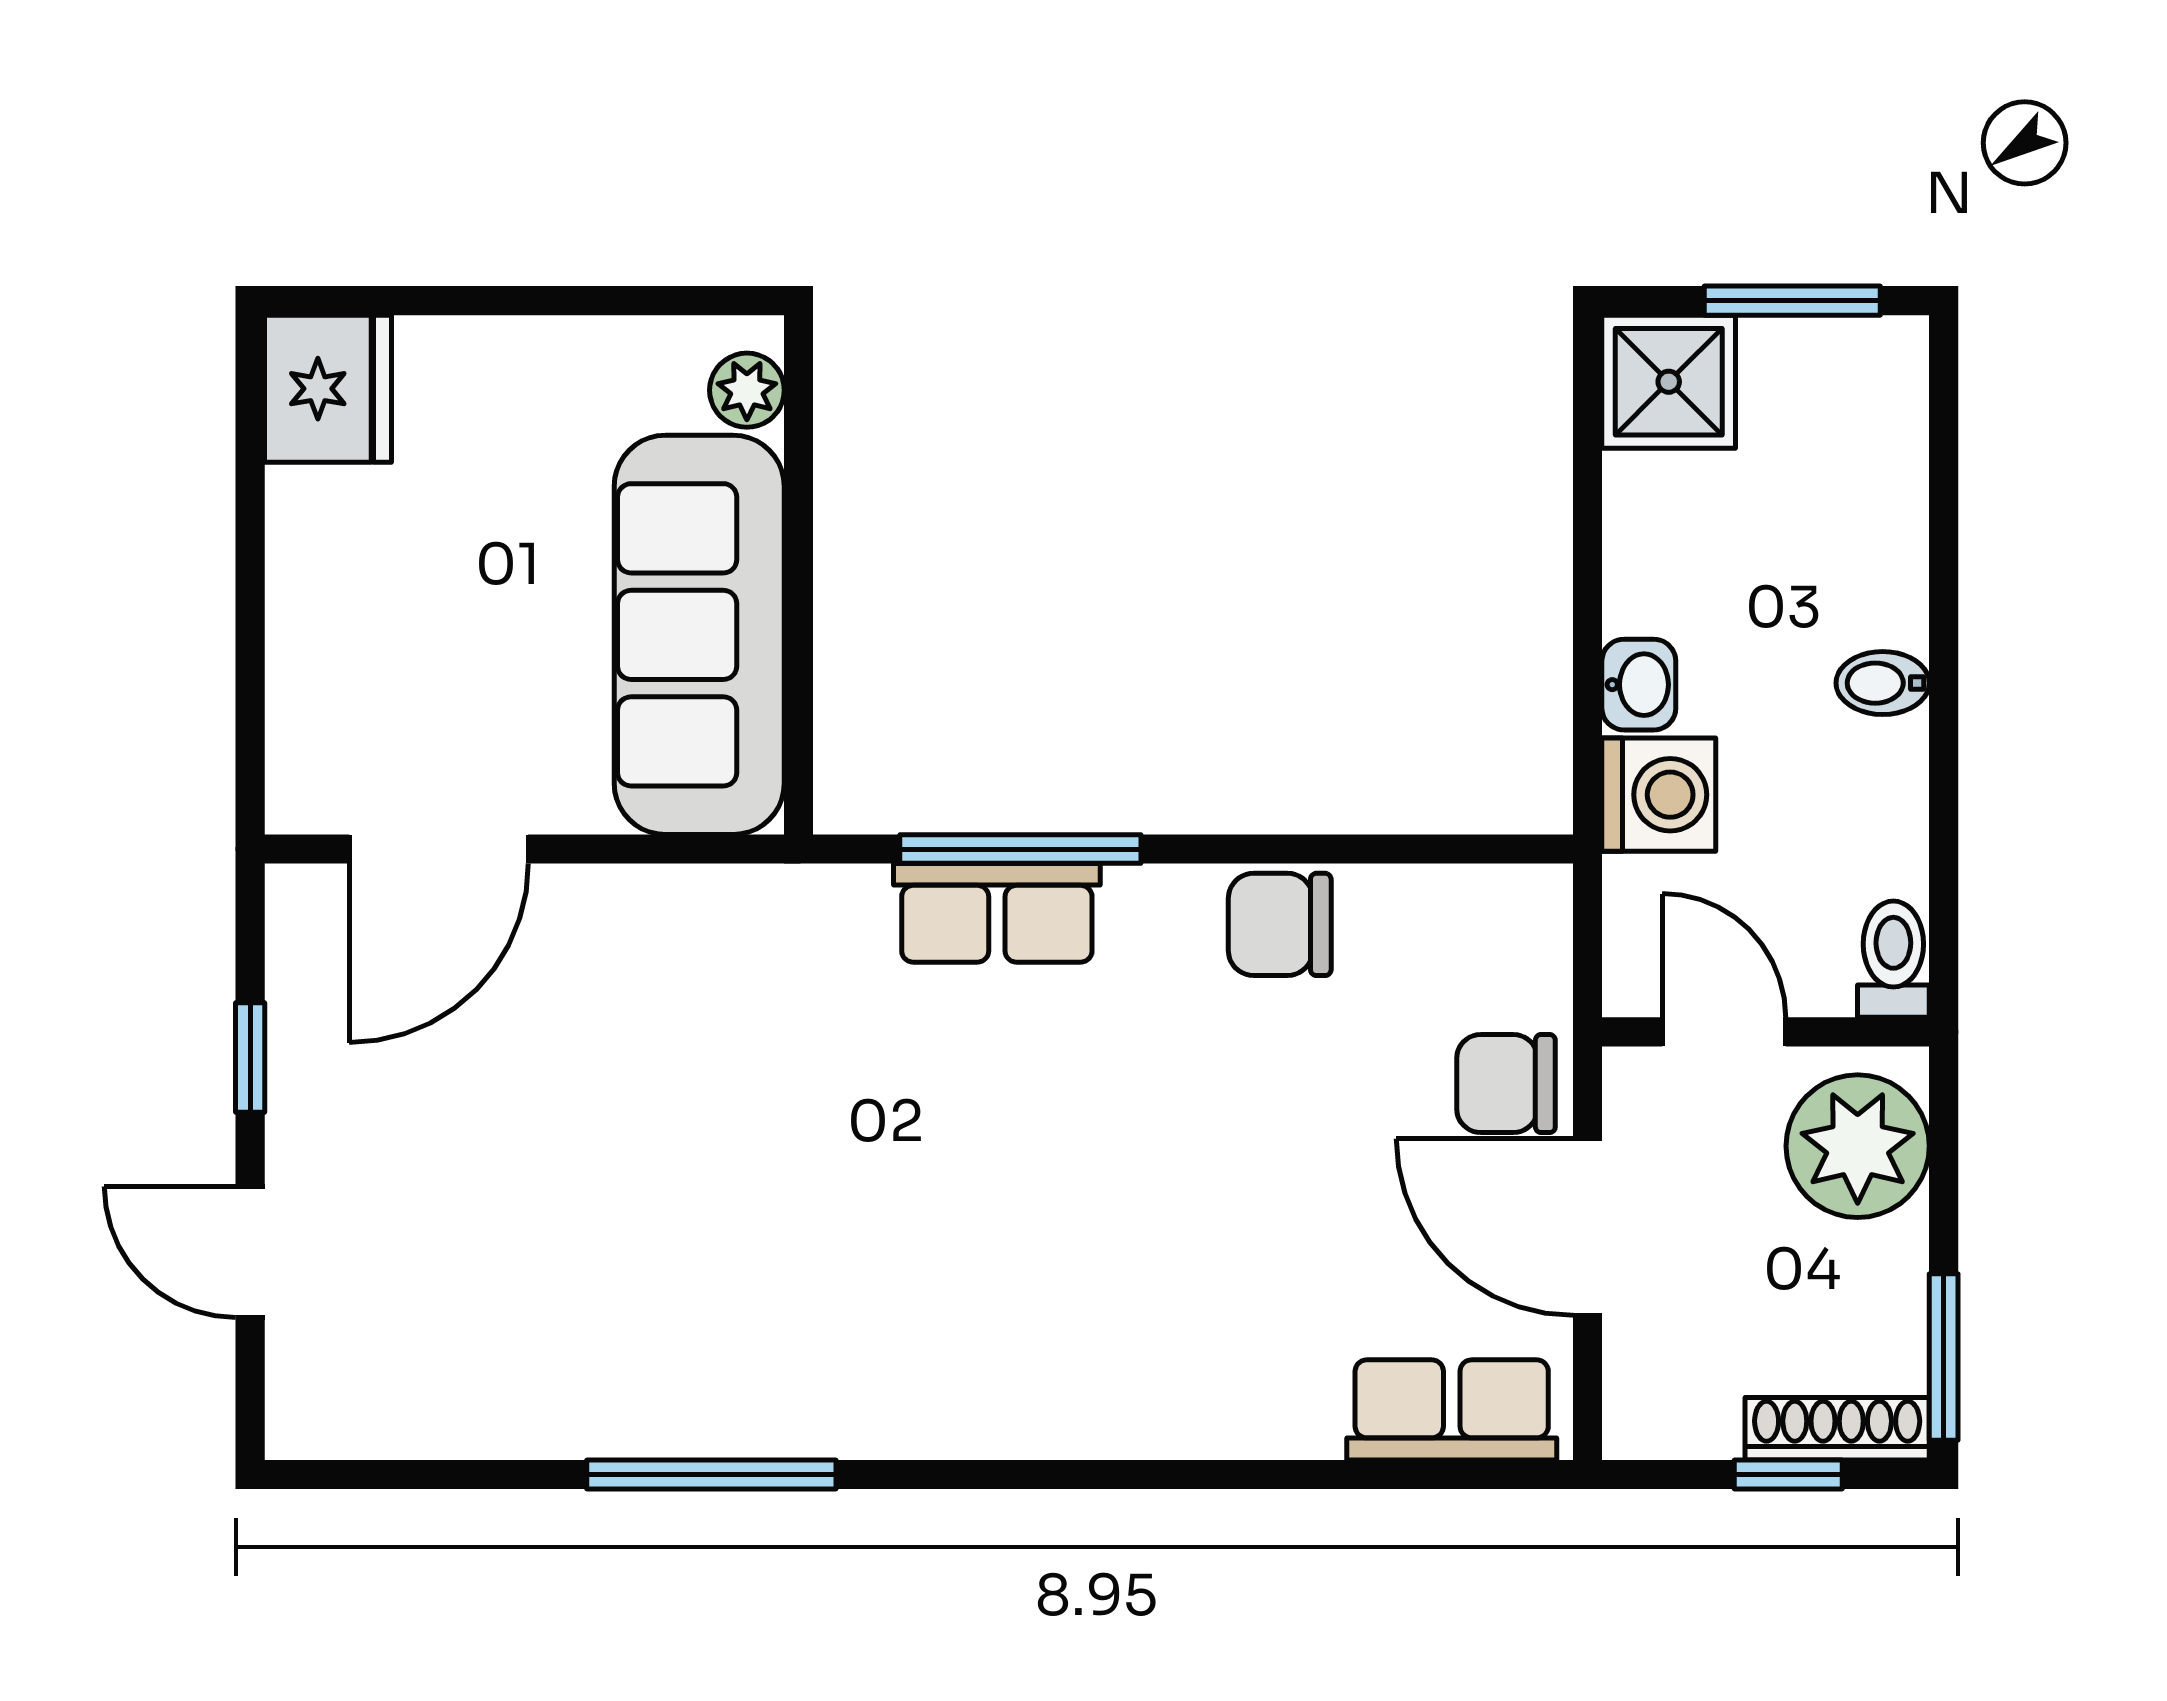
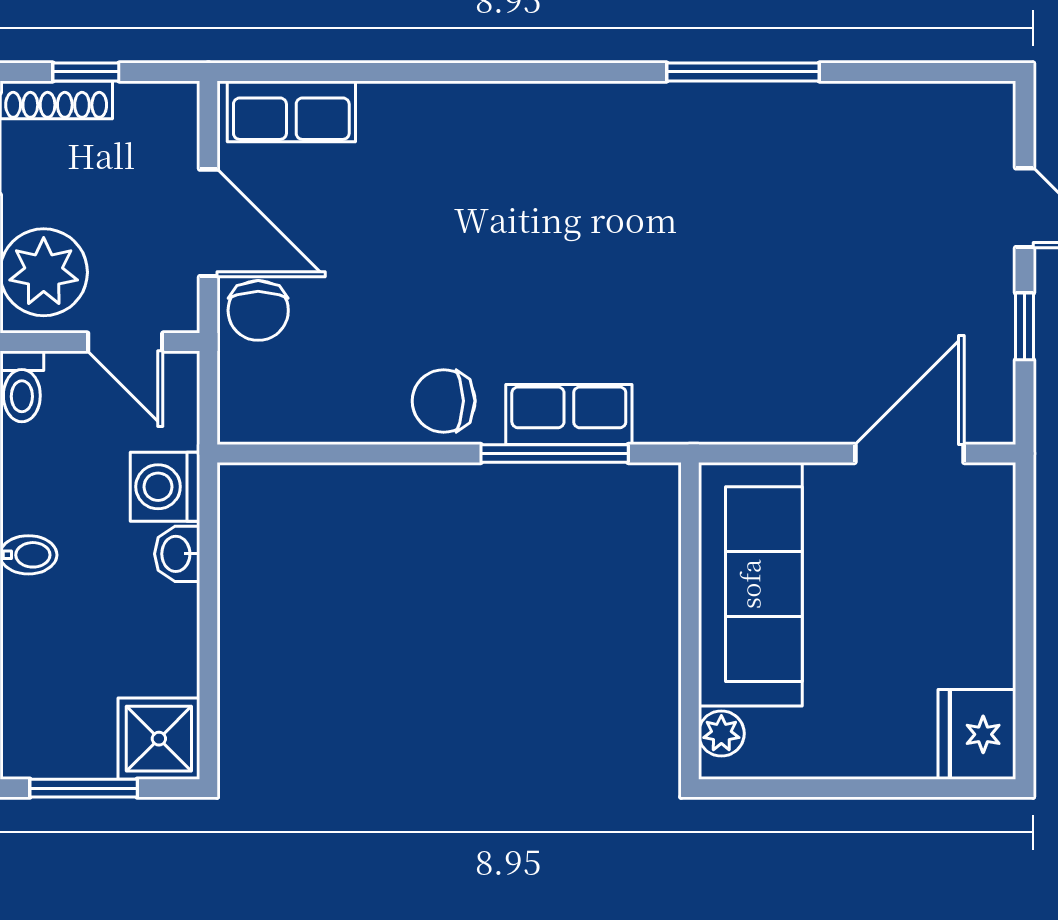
chair: (1280, 924) -> (444, 401), moved, turned 180
chair: (1506, 1084) -> (258, 310), turned 90

